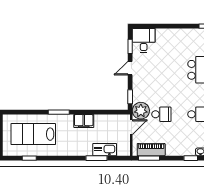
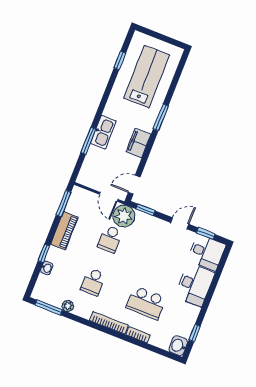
desk: (170, 40) -> (195, 285), added
door: (130, 68) -> (180, 223), hinge flipped
door: (115, 112) -> (134, 185), added
kitchen sink: (105, 150) -> (103, 132), moved
piano: (151, 150) -> (64, 231), moved

